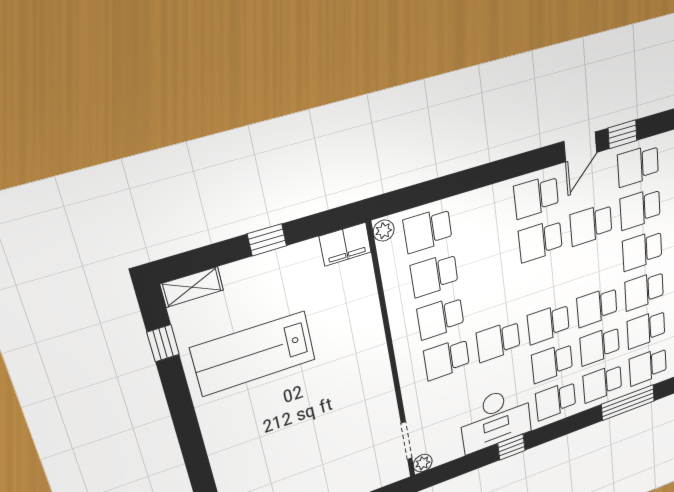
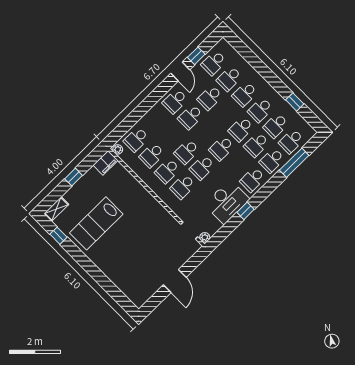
school desk: (552, 363) -> (187, 152), moved

